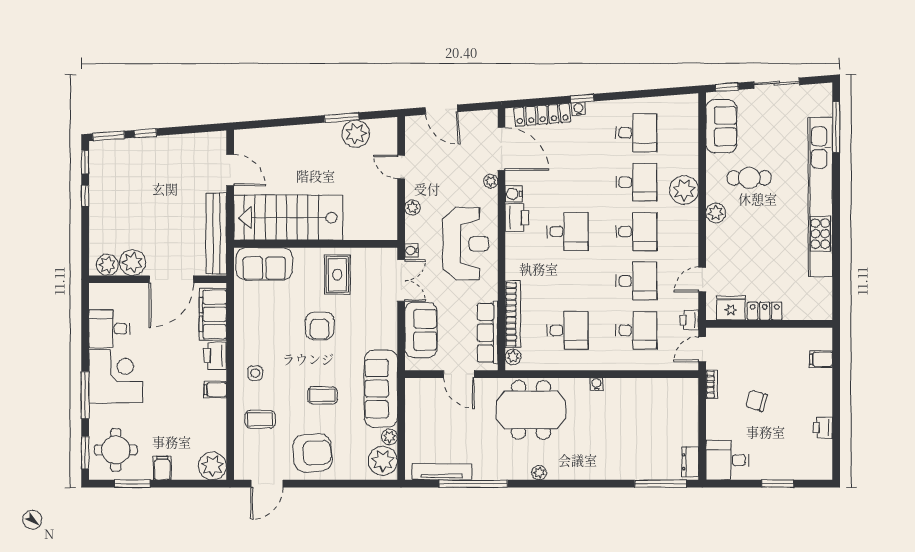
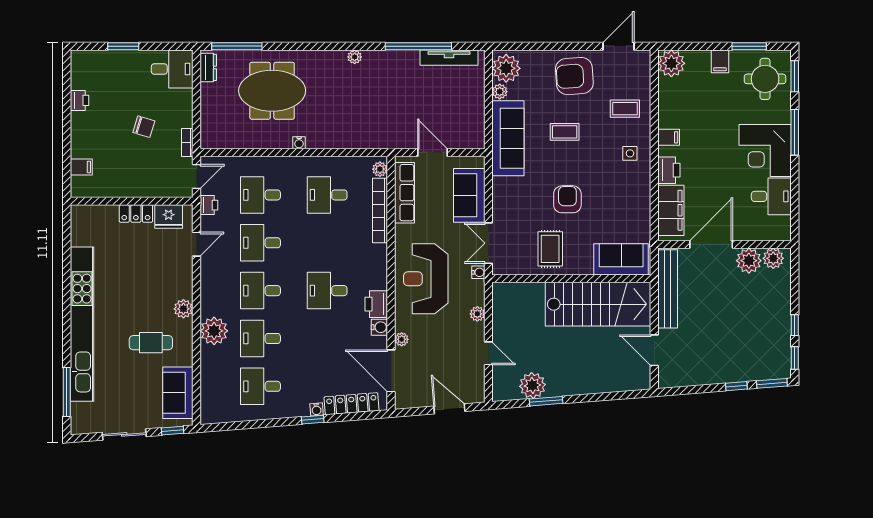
meeting table: (531, 410) -> (272, 91), moved

